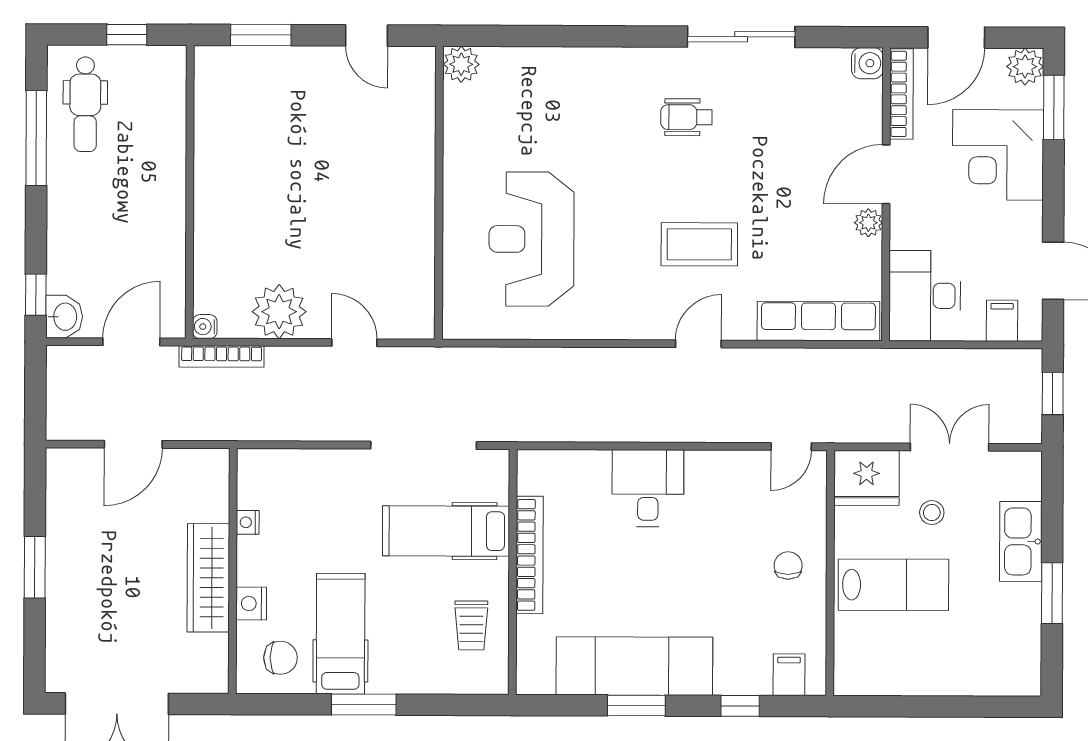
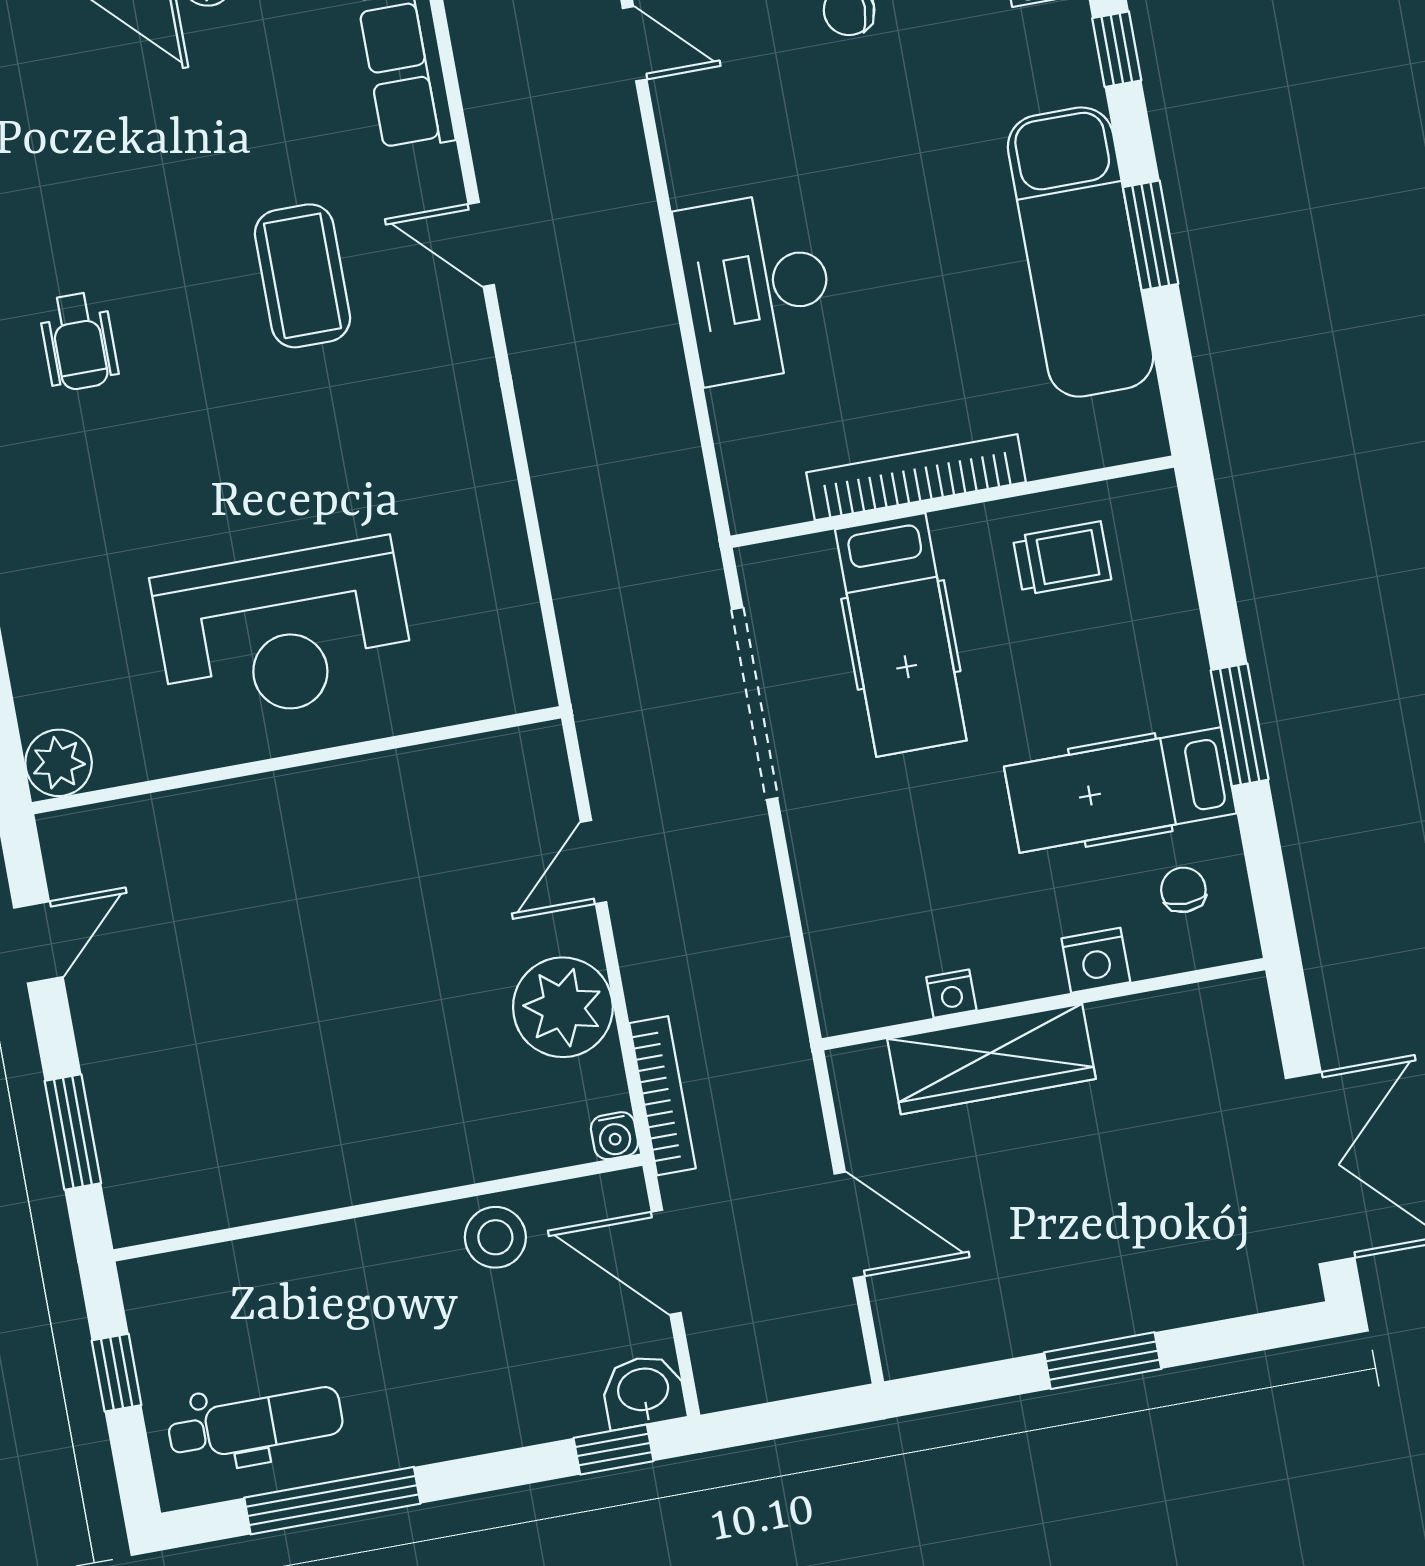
reception desk: (531, 239) -> (283, 632), moved
stool: (162, 252) -> (495, 1237), added
desk: (648, 488) -> (757, 287), width x1.37
wardrobe: (208, 578) -> (991, 1059), moved
chair: (280, 658) -> (1183, 890), width x0.73, depth x0.73

